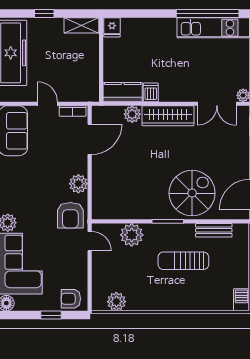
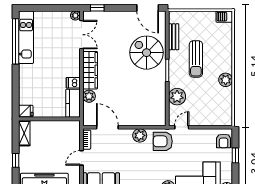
armchair: (70, 215) -> (163, 141), turned 180
plant: (116, 302) -> (226, 80), moved

